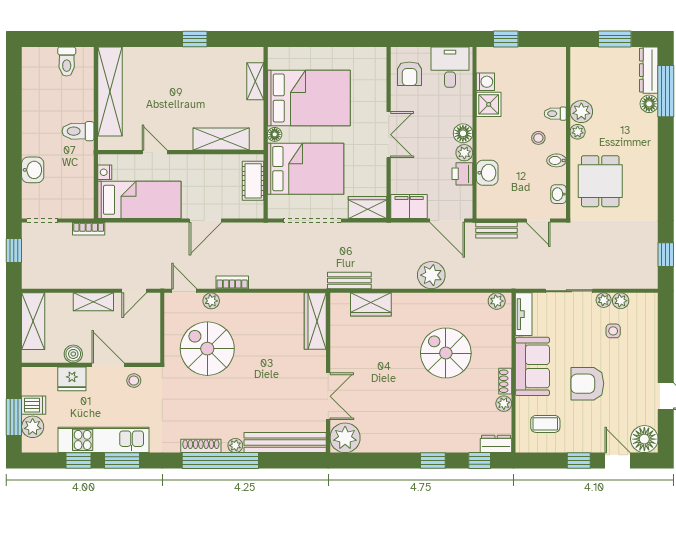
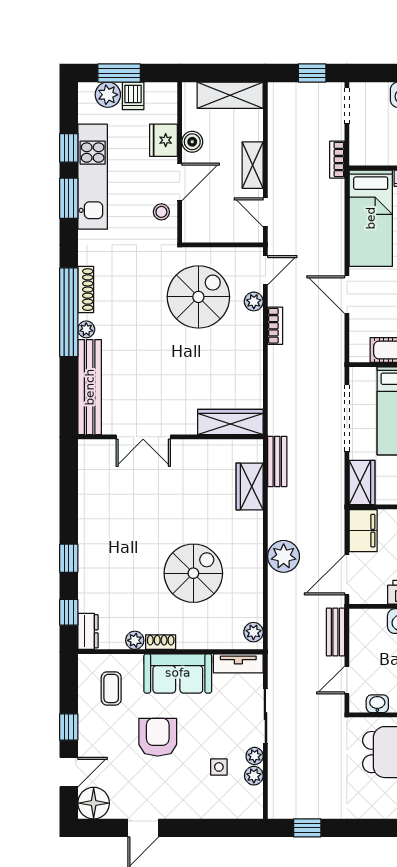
plant: (345, 438) -> (95, 456), removed

